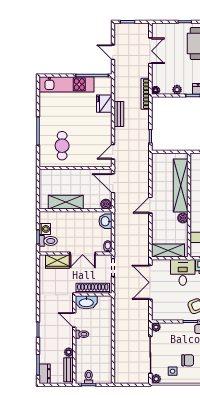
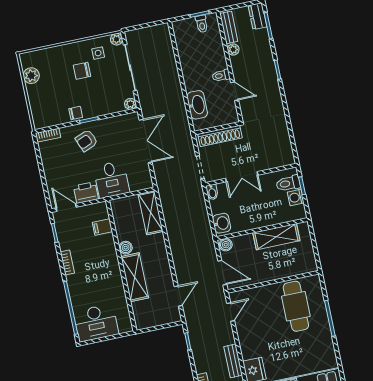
cafe table: (62, 146) -> (296, 306), width x1.37, depth x1.35
shelving: (181, 185) -> (135, 277), width x0.68
door: (150, 205) -> (178, 296), moved
shelving: (168, 250) -> (151, 213), moved, turned 90
double door: (83, 254) -> (242, 177), swing flipped
wardrobe: (57, 262) -> (271, 160), removed
double door: (150, 282) -> (146, 141), moved
washbasin: (86, 302) -> (197, 105), moved, turned 90

